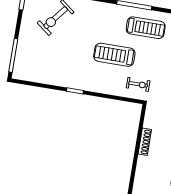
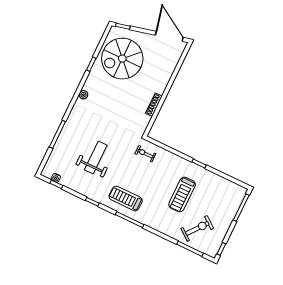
treadmill: (114, 55) -> (182, 195), moved, turned 90

